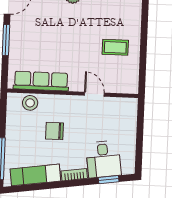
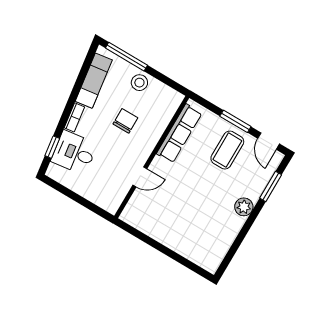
coffee table: (115, 47) -> (227, 150), moved, width x1.36, depth x1.30
stool: (30, 103) -> (139, 83), moved

